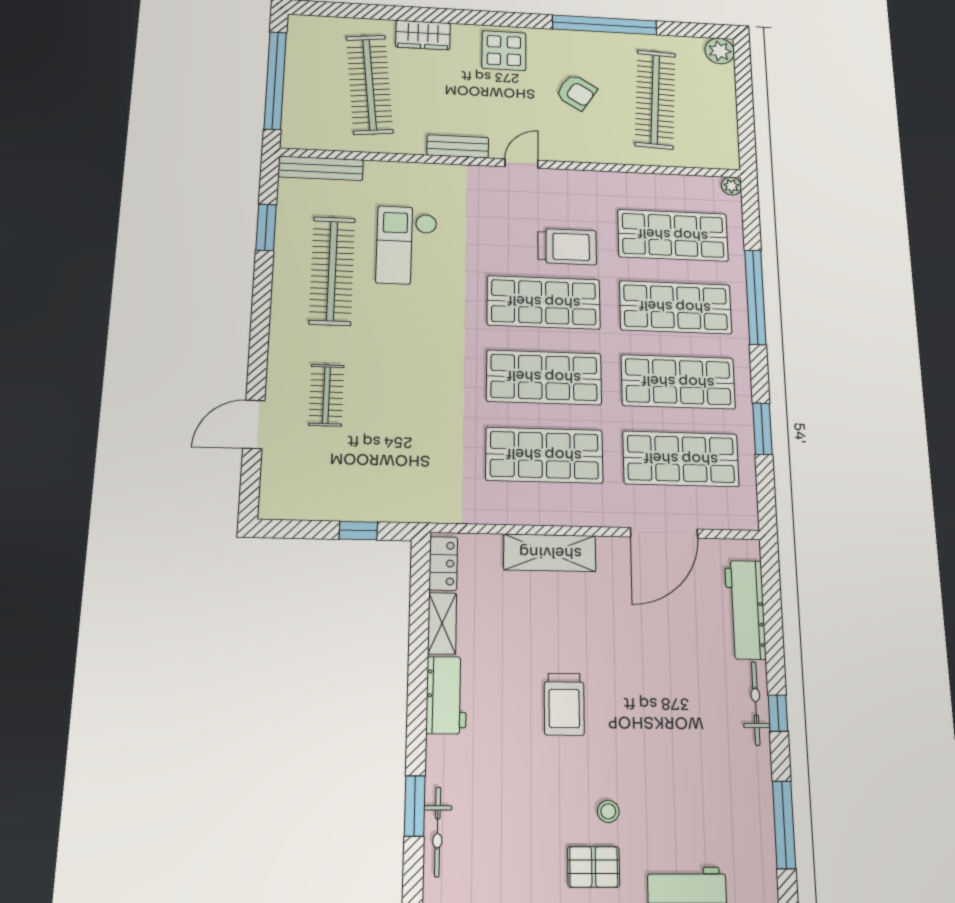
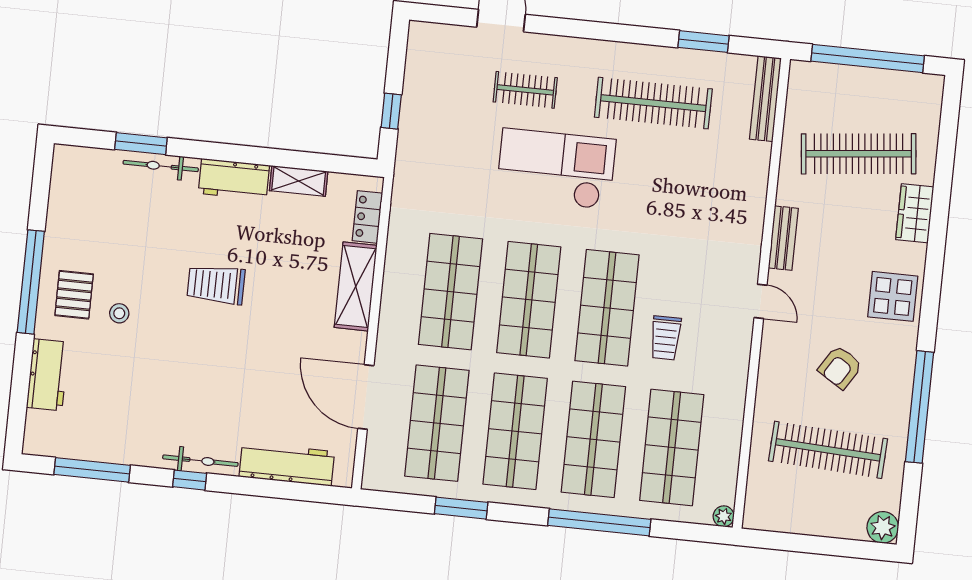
checkout: (407, 245) -> (556, 169), moved, width x1.36, depth x1.21
trolley: (567, 247) -> (666, 338), width x0.73, depth x0.72
locker: (443, 563) -> (367, 217), moved, turned 90
bicycle: (438, 832) -> (161, 166), moved

